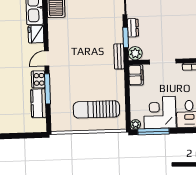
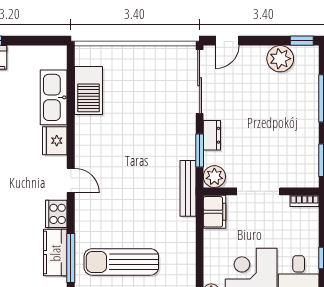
bench: (119, 56) -> (188, 188), width x1.36
door: (47, 58) -> (71, 181), swing flipped
window: (48, 89) -> (71, 258), moved
sun lounger: (96, 109) -> (121, 262), moved

